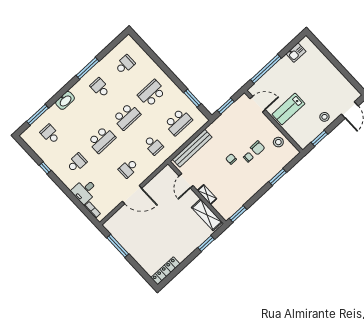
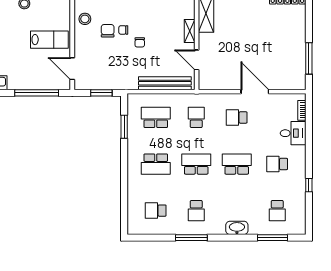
school desk: (128, 168) -> (237, 117), turned 180
door: (186, 181) -> (197, 60), swing flipped

